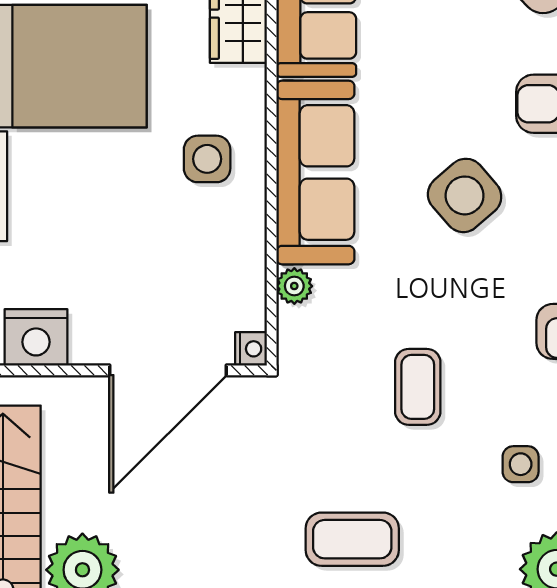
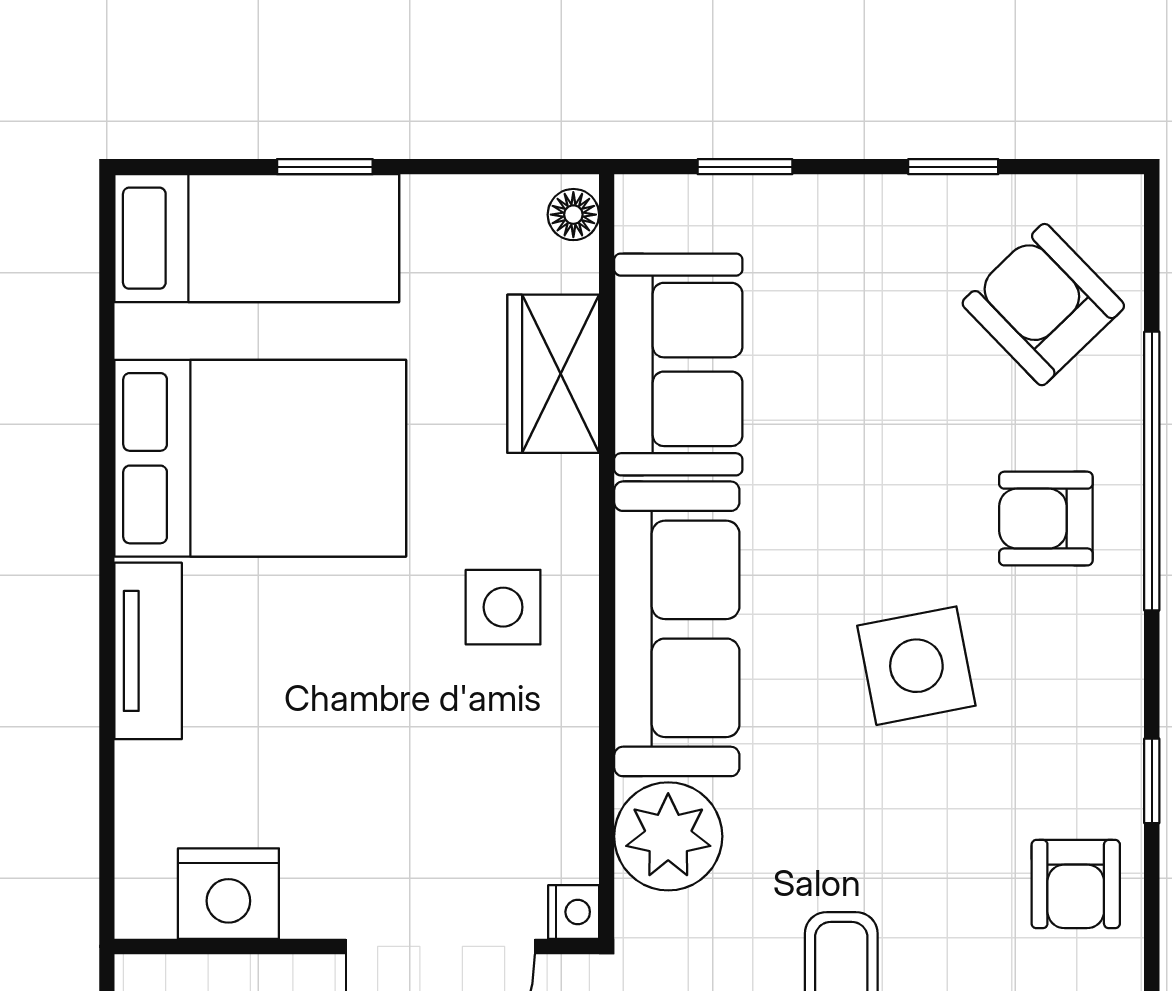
side table: (465, 195) -> (916, 666), turned 30
plant: (294, 286) -> (668, 836), width x1.88, depth x1.88

